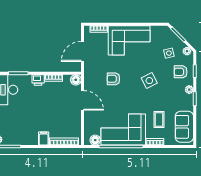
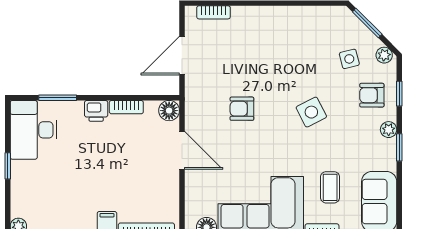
corner sofa: (129, 40) -> (272, 34), removed

